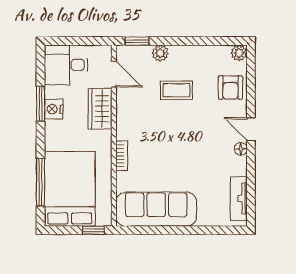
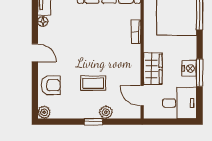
window: (137, 41) -> (93, 122), moved
armchair: (230, 88) -> (51, 85), turned 90
floor lamp: (241, 149) -> (43, 22), moved

